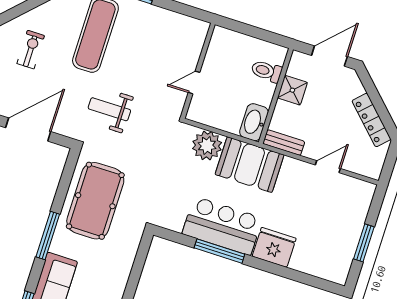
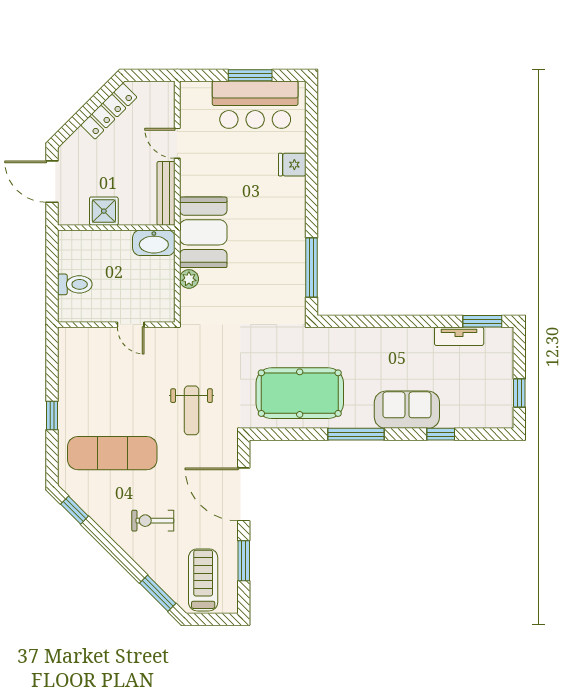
toilet: (267, 71) -> (75, 284), moved, turned -90
bench: (284, 143) -> (166, 193), width x1.36
plant: (207, 146) -> (189, 279), width x0.53, depth x0.53
bar counter: (222, 226) -> (255, 105), moved, turned -90
fridge: (274, 247) -> (292, 165), width x0.53, depth x0.75
window: (219, 251) -> (312, 267), moved

